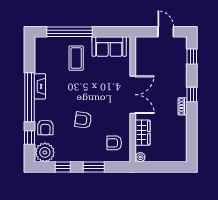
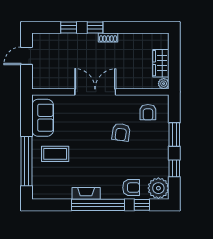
window: (192, 56) -> (69, 27), moved
armchair: (83, 120) -> (121, 132), moved
wardrobe: (143, 133) -> (161, 63), moved, turned -90

